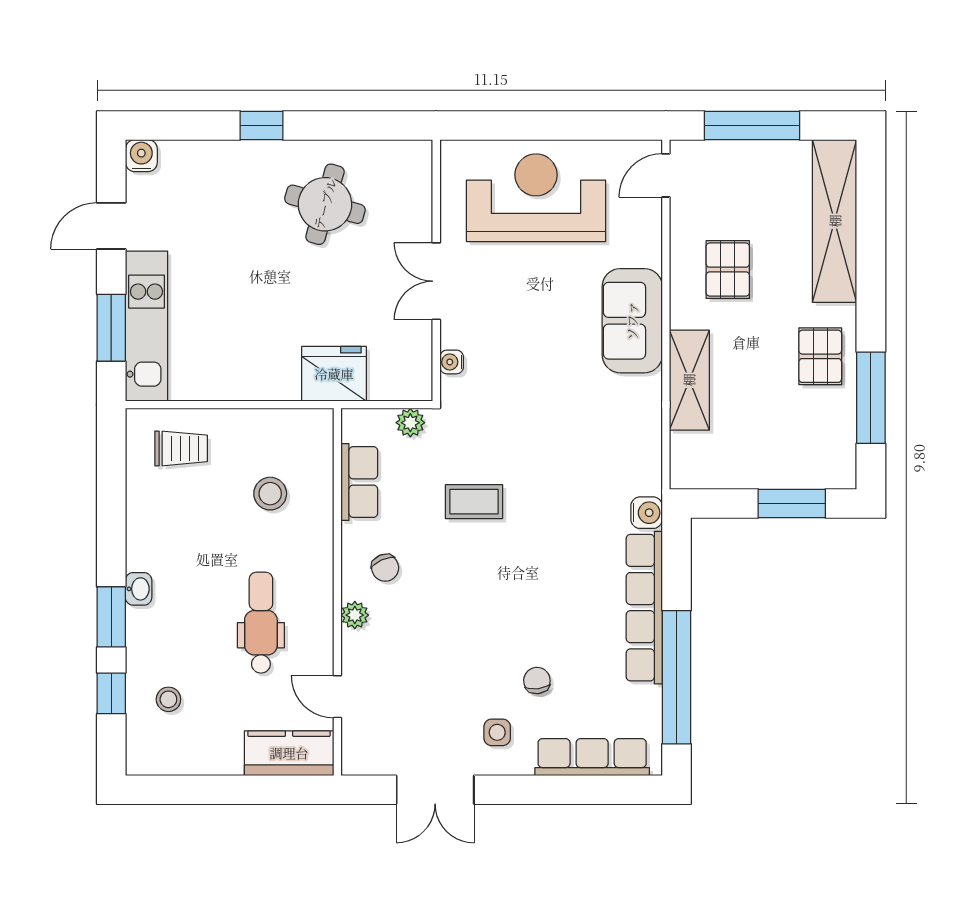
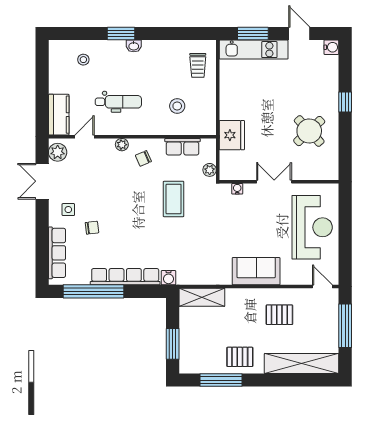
round table: (325, 204) -> (309, 131), turned 31
shelving: (689, 380) -> (202, 297), moved
coffee table: (474, 502) -> (174, 199), width x1.36, depth x1.30
window: (111, 693) -> (86, 33), removed
plant: (372, 756) -> (58, 152), added

